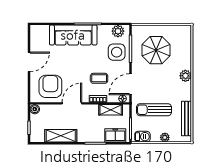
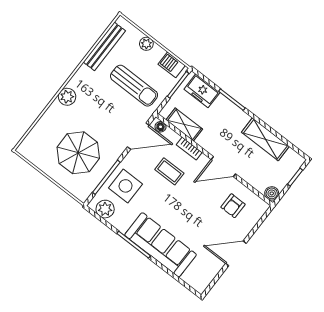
armchair: (50, 86) -> (233, 206), width x0.53, depth x0.53

